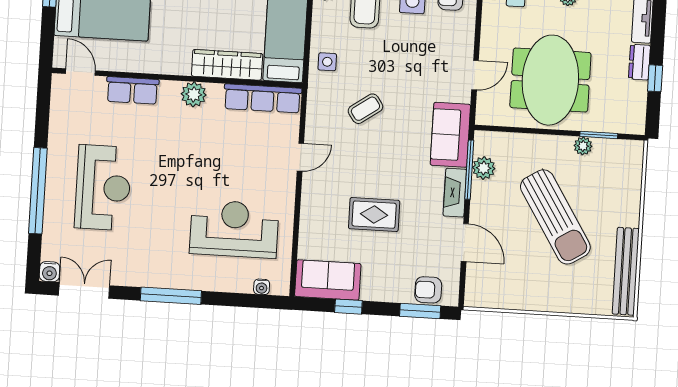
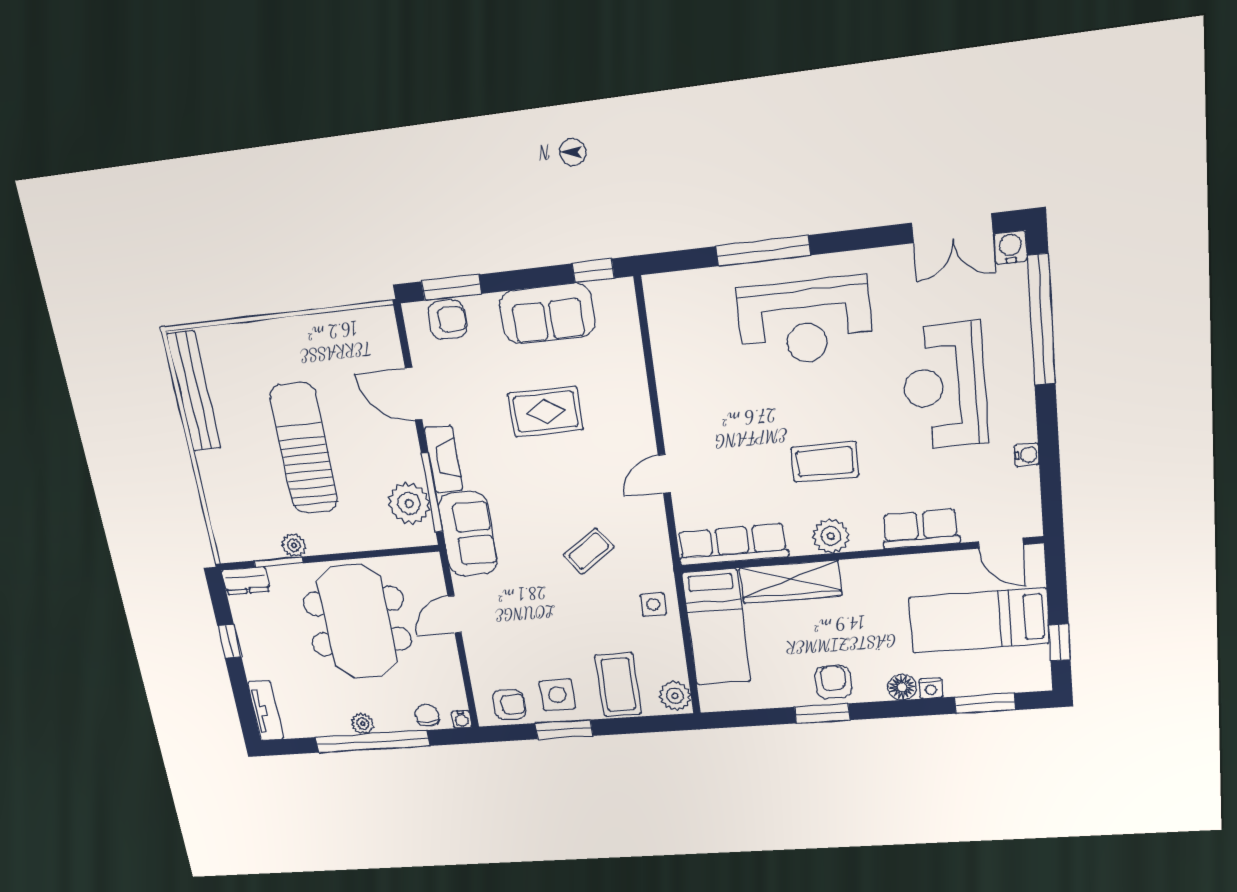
dresser: (639, 62) -> (246, 581), moved, turned 90
coffee table: (189, 148) -> (825, 462), added
plant: (484, 168) -> (409, 503), width x1.36, depth x1.36
window: (38, 191) -> (1041, 320), moved
sun lounger: (555, 217) -> (304, 448), turned 32
reception desk: (234, 229) -> (805, 322), moved
sofa: (328, 280) -> (547, 314), moved
water cooler: (262, 287) -> (1027, 455), moved, turned 90
window: (171, 296) -> (763, 251), moved
window: (348, 307) -> (593, 271), moved

